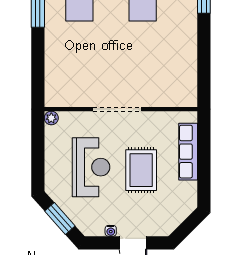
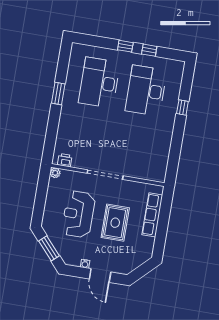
printer: (61, 99) -> (65, 160), added
reception desk: (91, 167) -> (78, 214), turned 180

